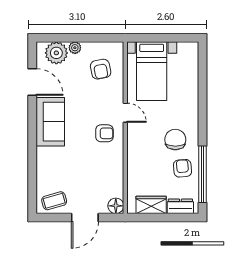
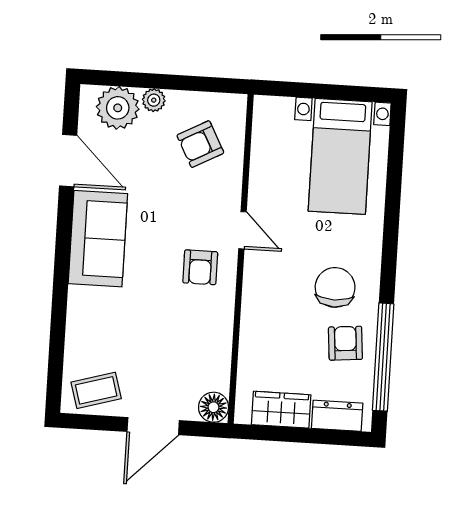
armchair: (101, 69) -> (200, 144), turned 73
bed with nightstands: (152, 71) -> (340, 156), moved
armchair: (104, 133) -> (200, 267), turned 90

